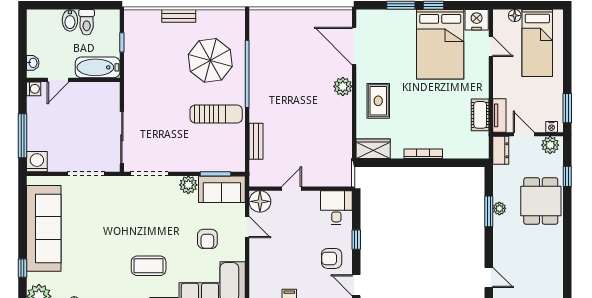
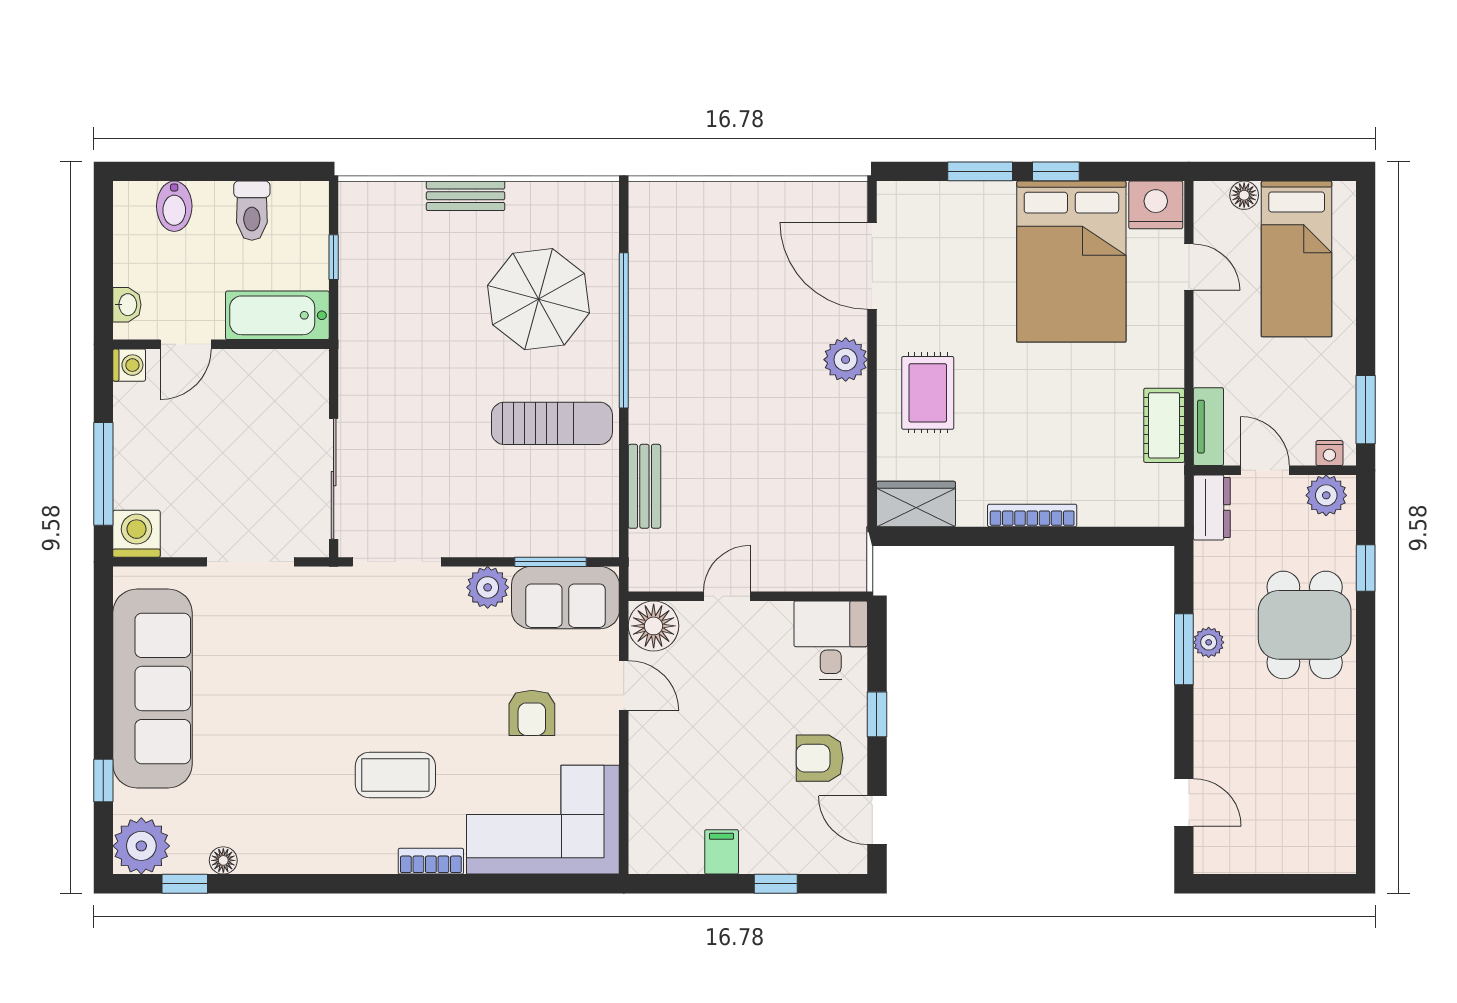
bidet: (70, 20) -> (174, 206), moved

